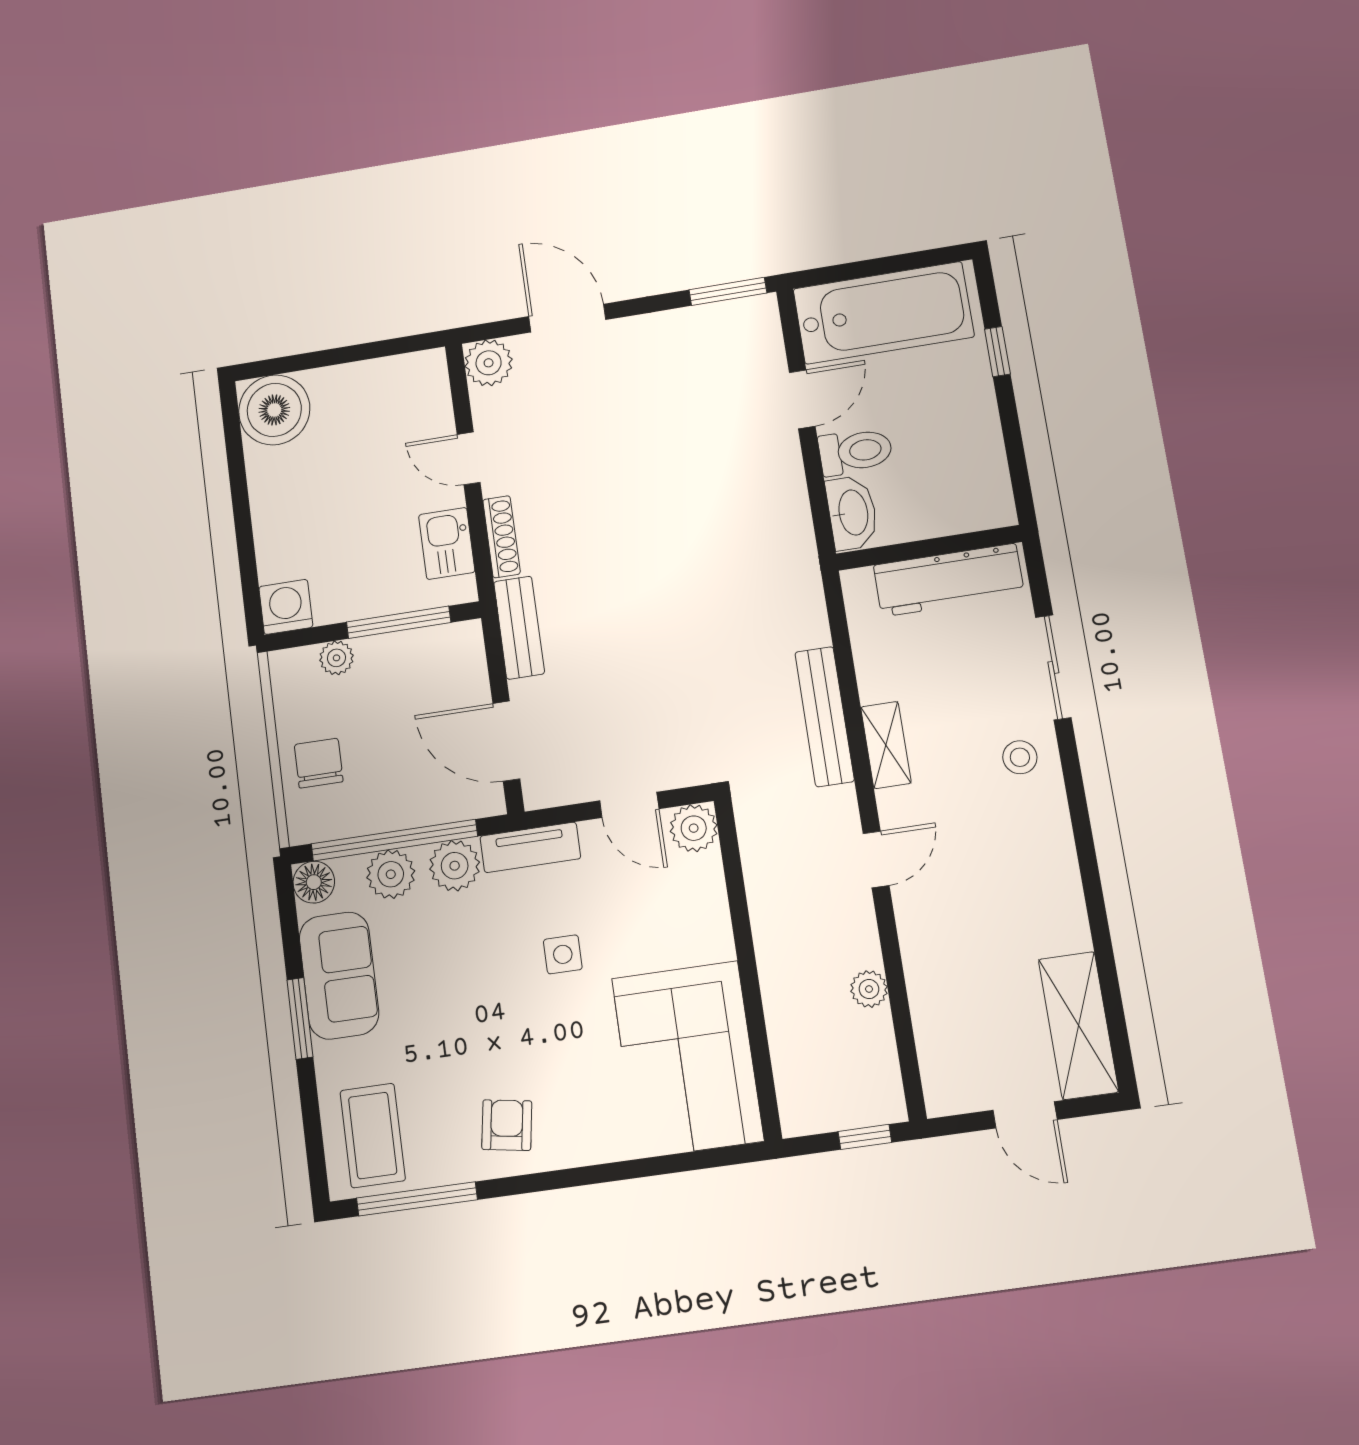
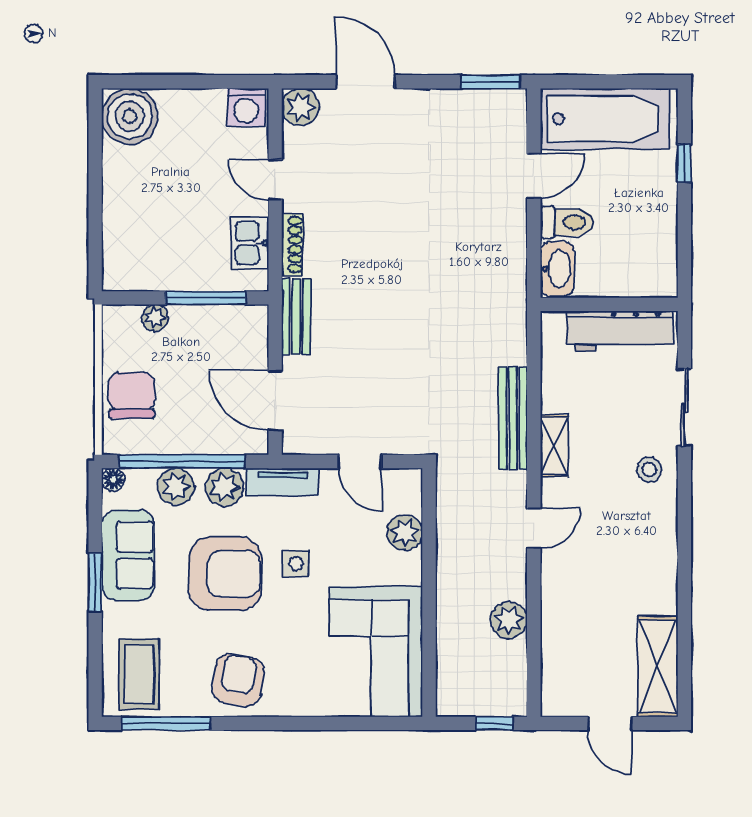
washing machine: (286, 607) -> (246, 107), moved, turned 180
chair: (319, 763) -> (132, 395), width x1.37, depth x1.37
plant: (694, 828) -> (405, 533), moved
floor lamp: (314, 882) -> (113, 480), width x0.73, depth x0.73
armchair: (470, 982) -> (225, 574), added
plant: (869, 989) -> (509, 620), width x1.38, depth x1.38
armchair: (507, 1125) -> (238, 680), width x1.38, depth x1.38

